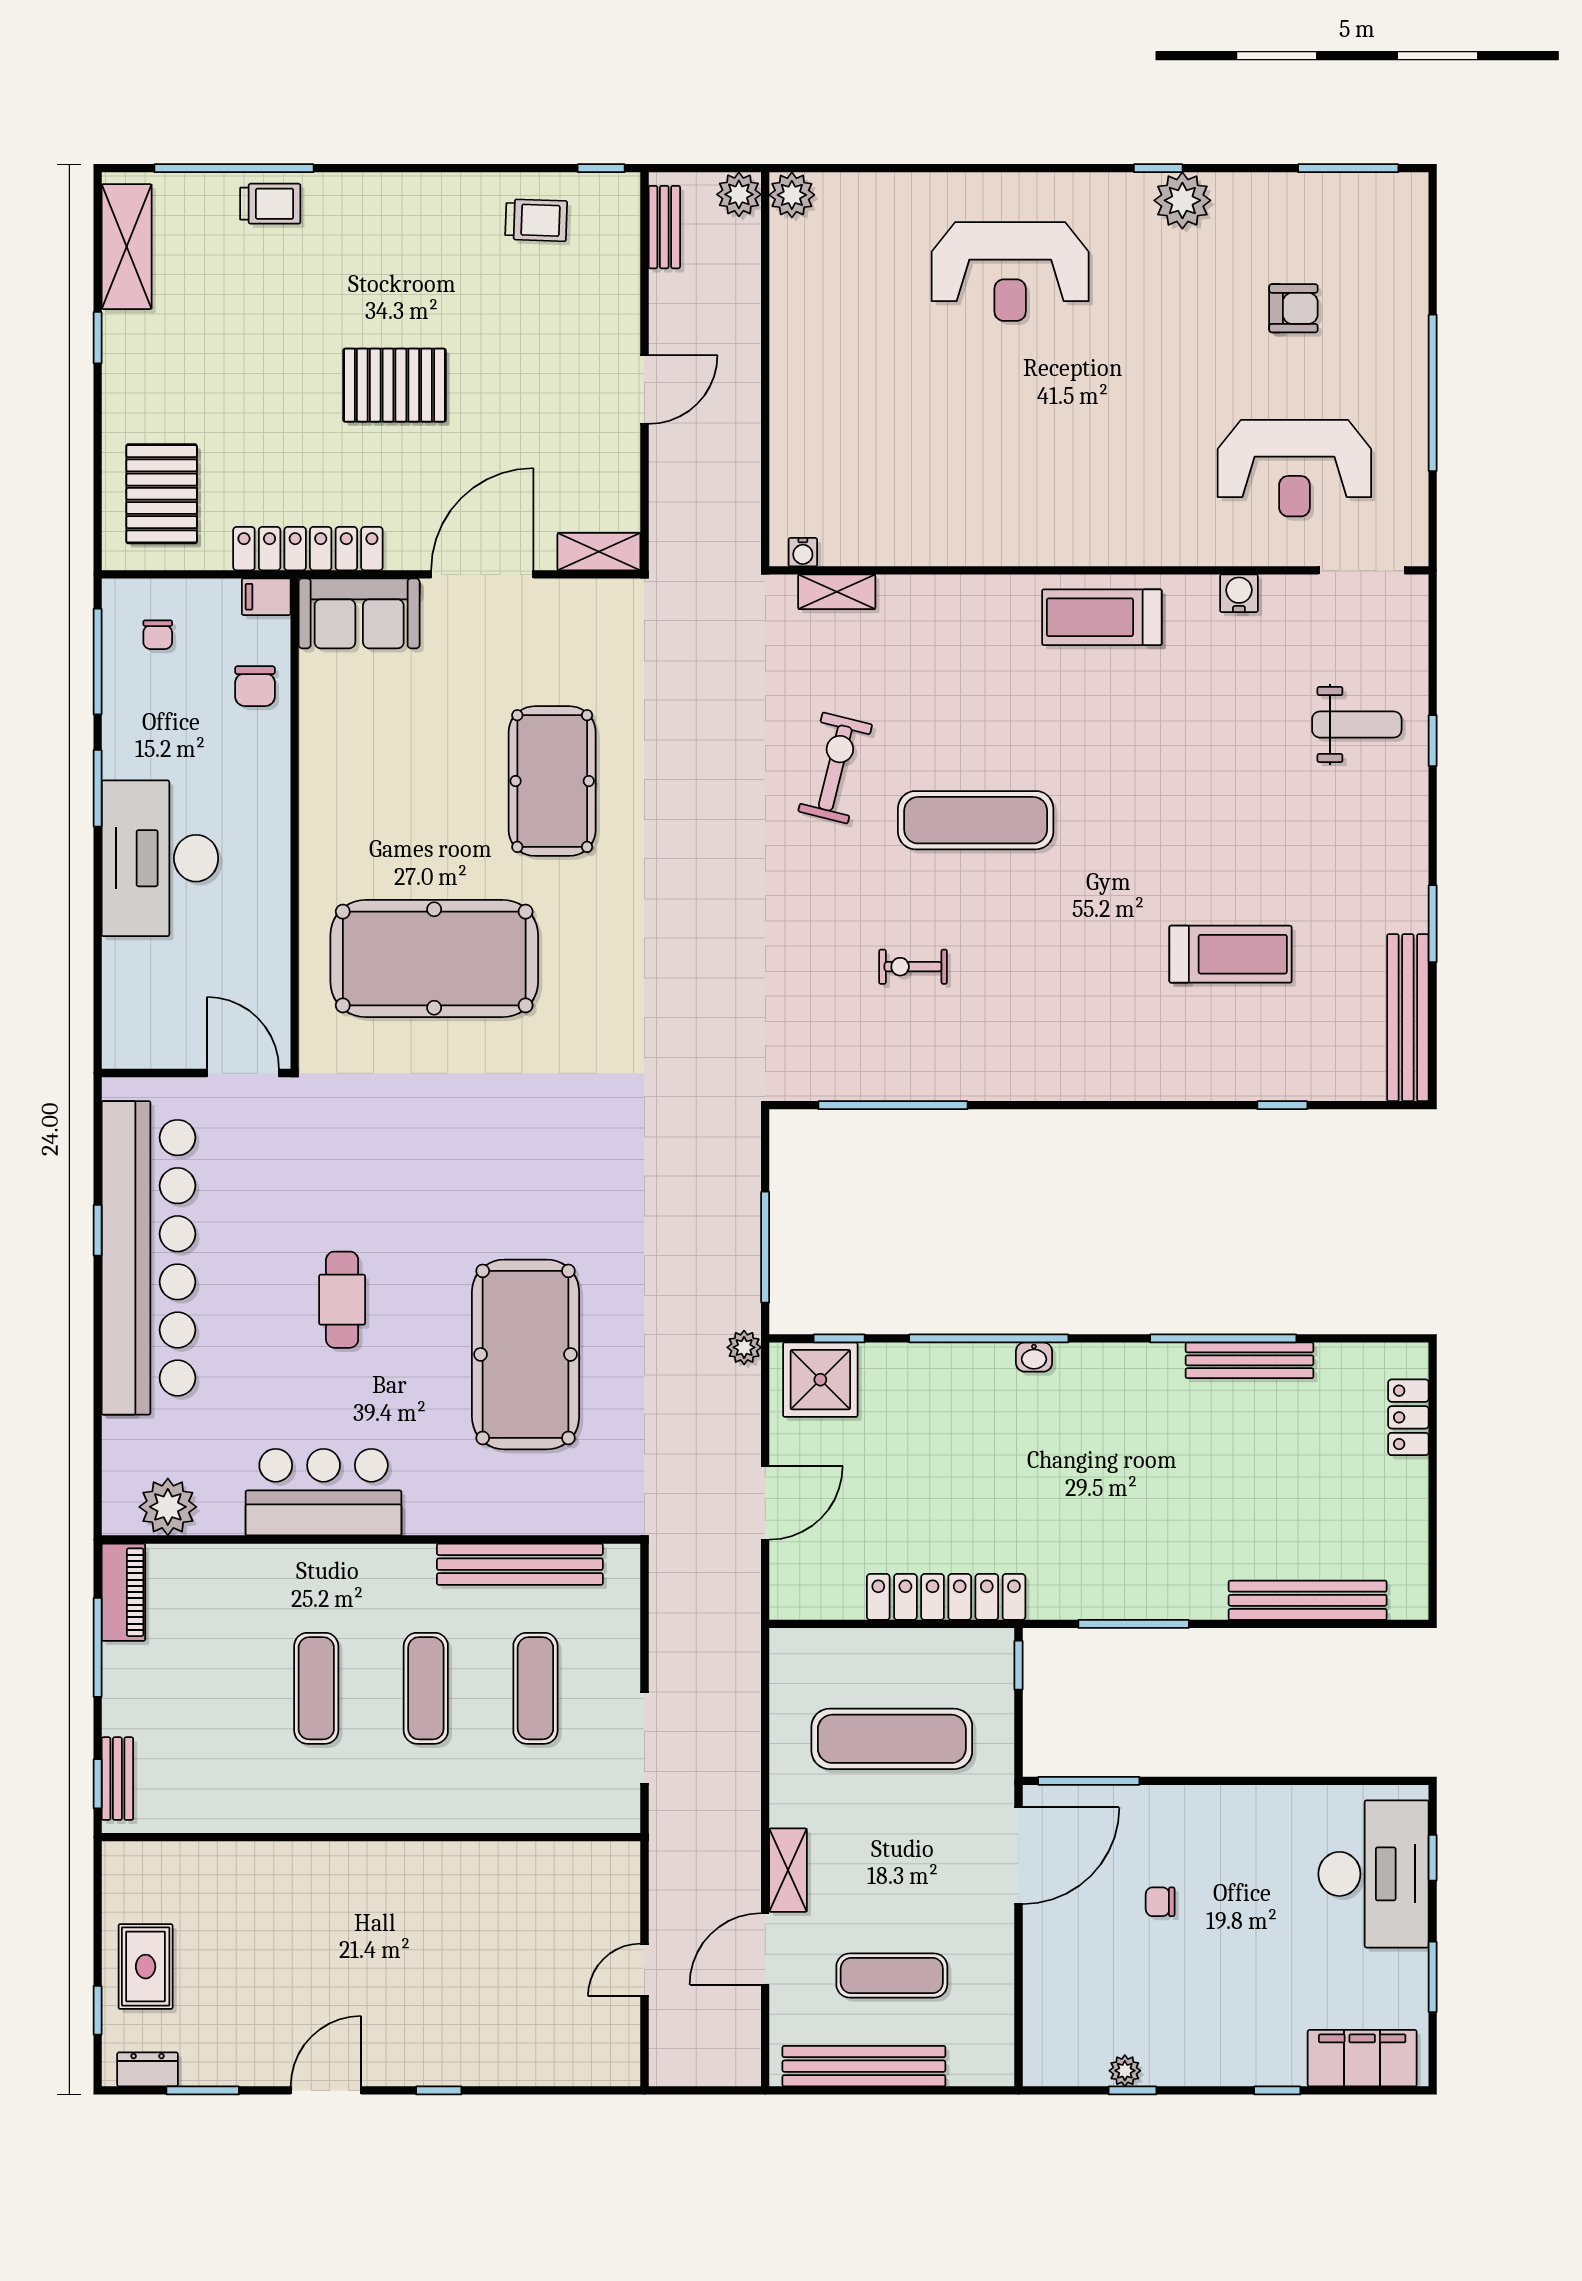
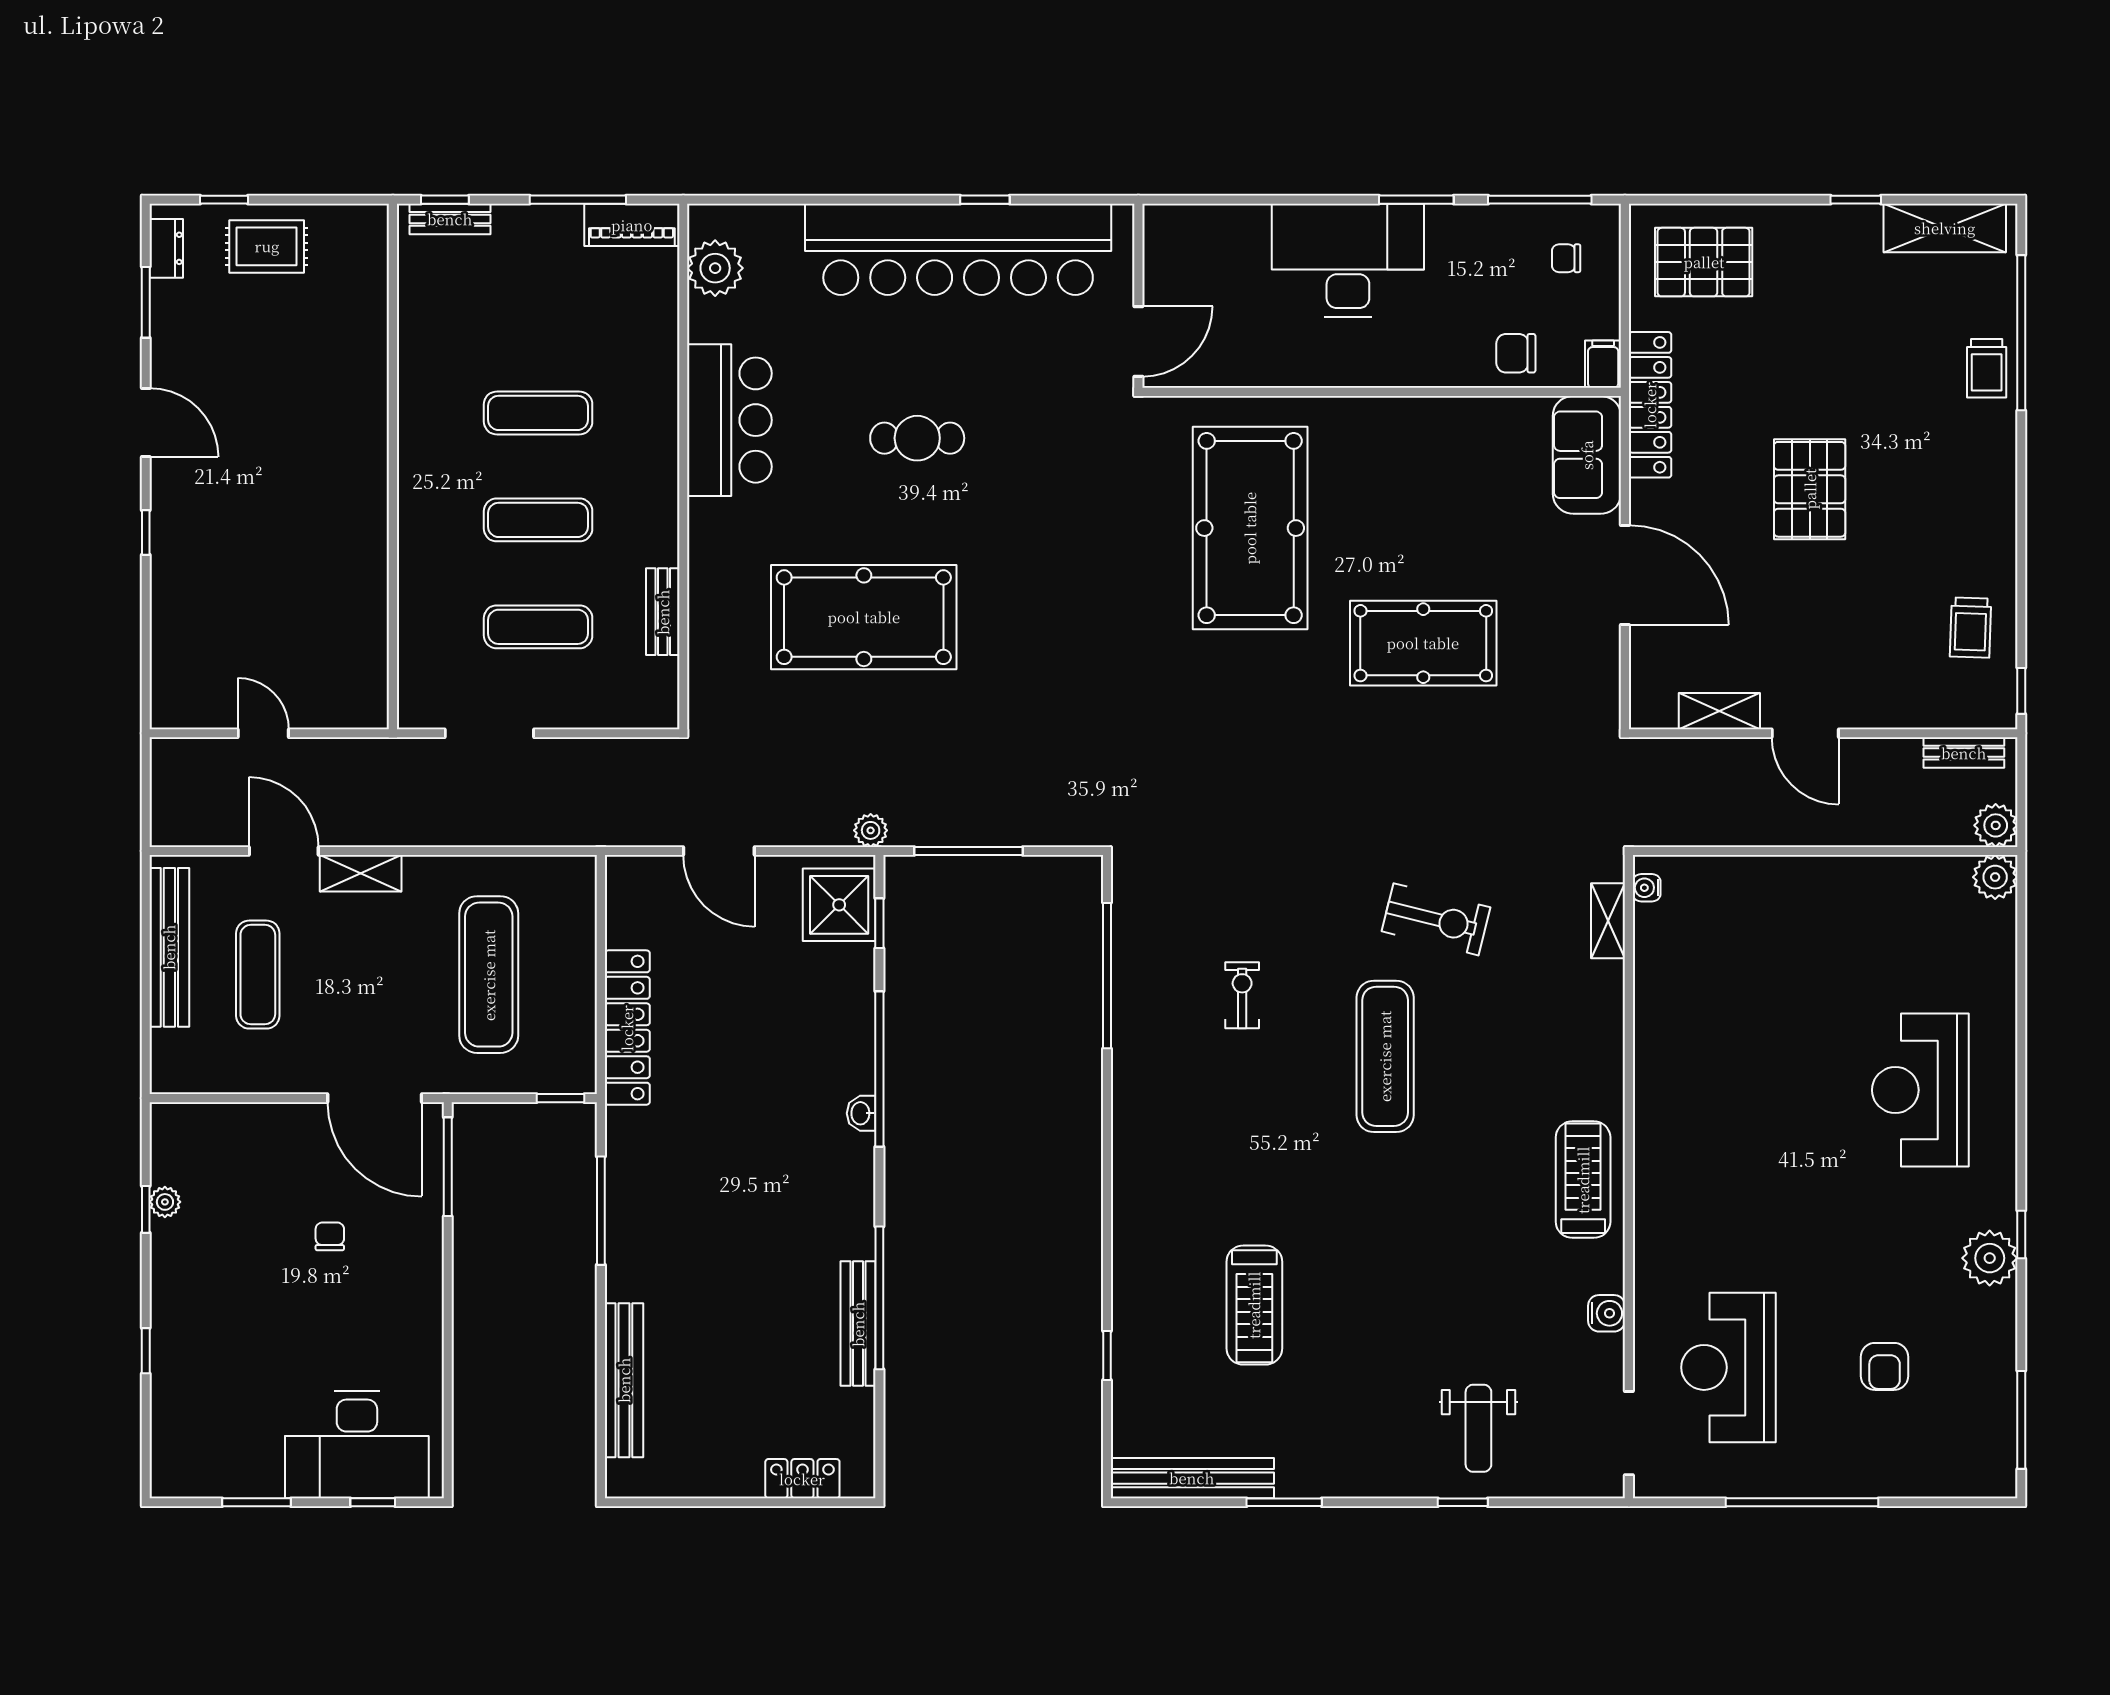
shelving: (599, 552) -> (1719, 711), moved, turned 90
bench: (520, 1564) -> (663, 612), width x0.54, depth x0.82
filing cabinet: (1362, 2058) -> (177, 1433), removed

